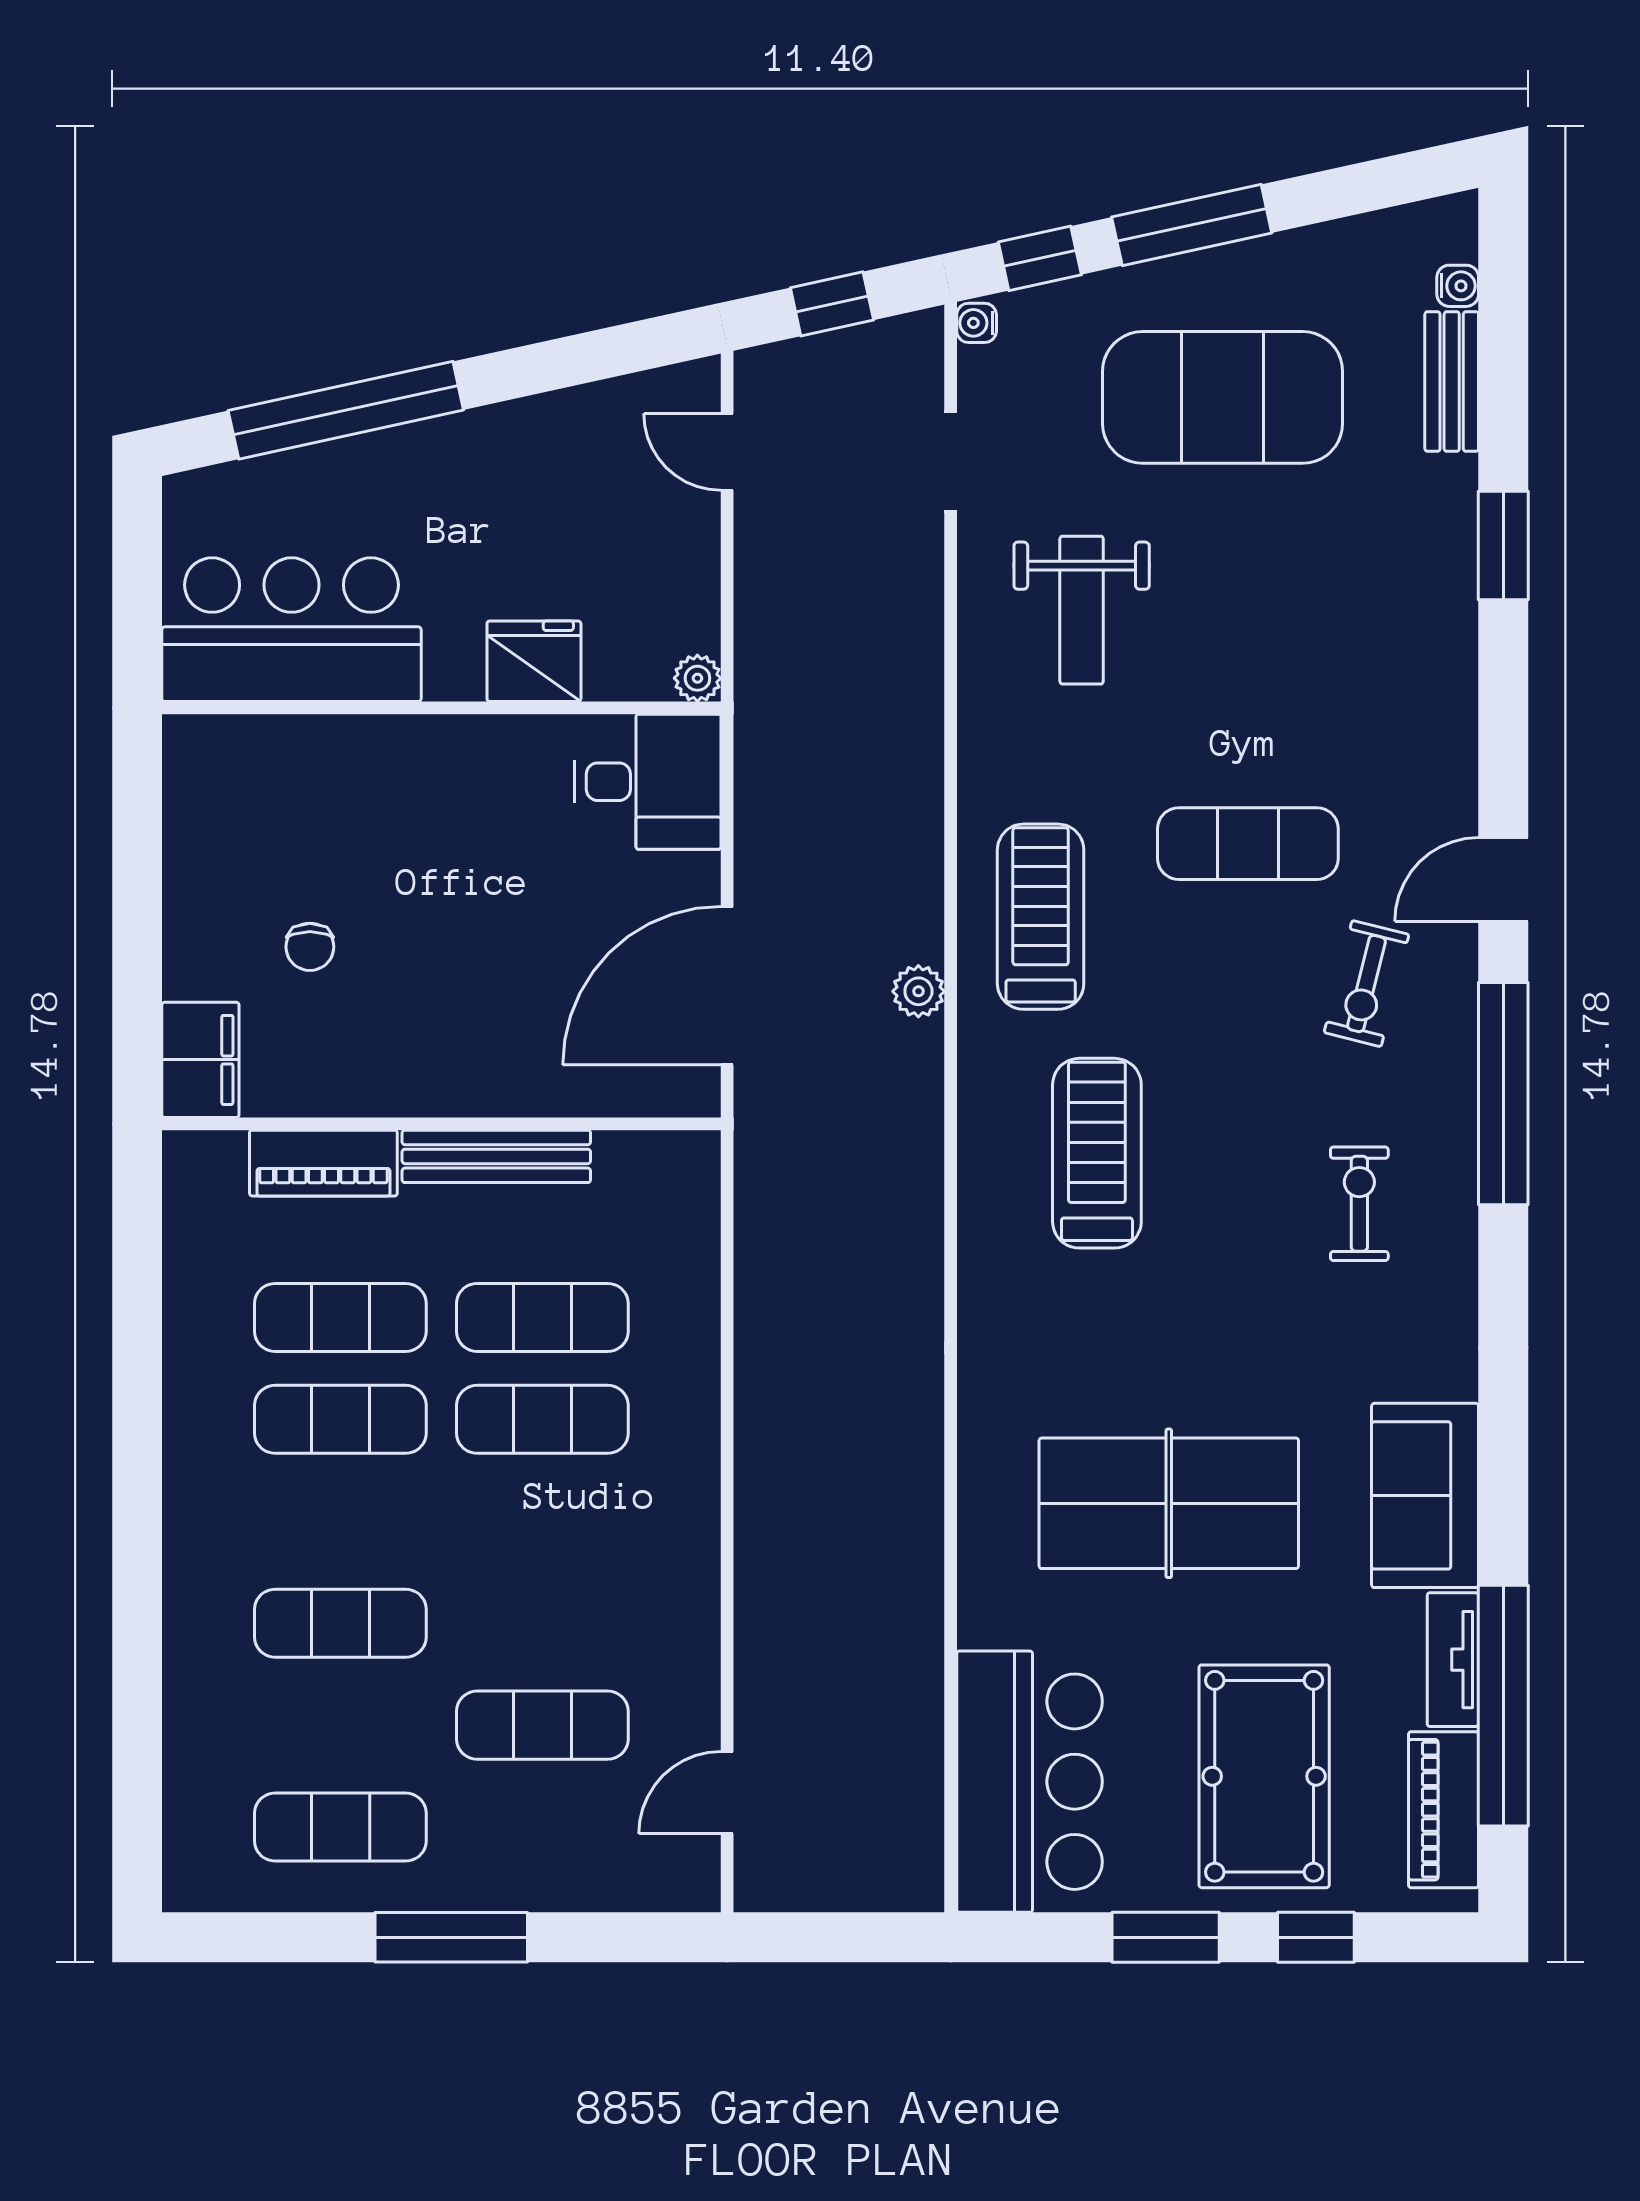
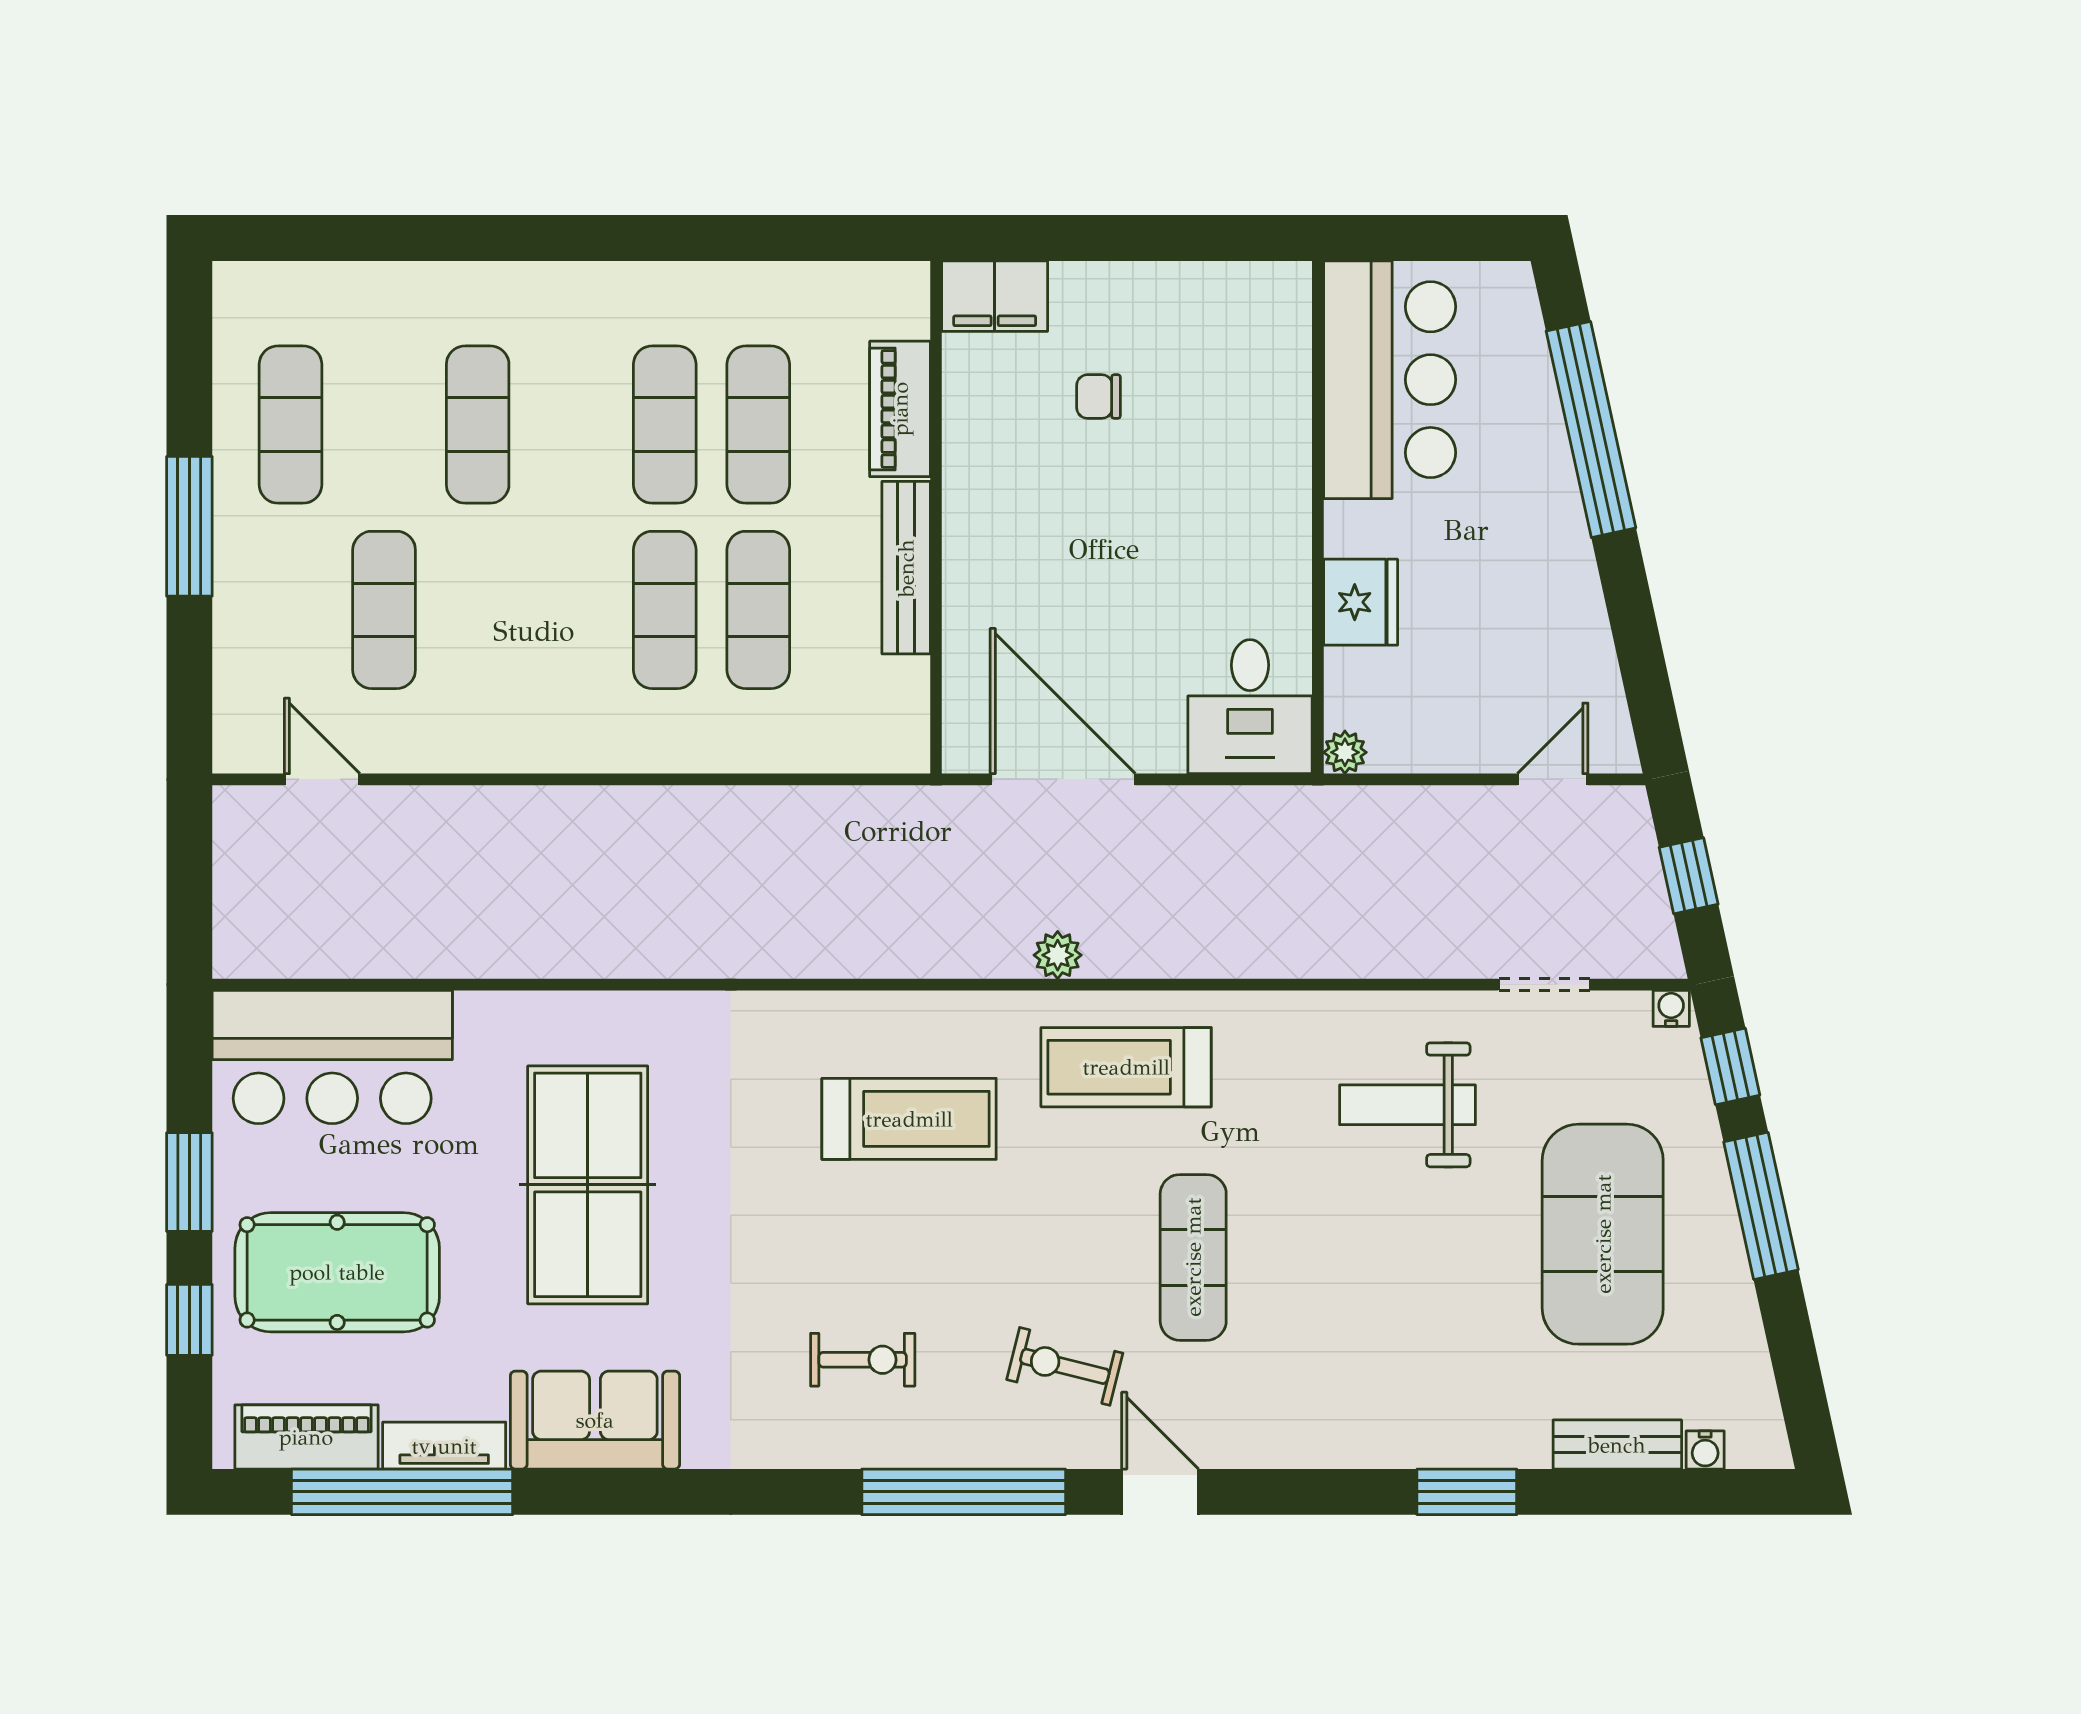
treadmill: (1041, 917) -> (1126, 1067), turned 180

